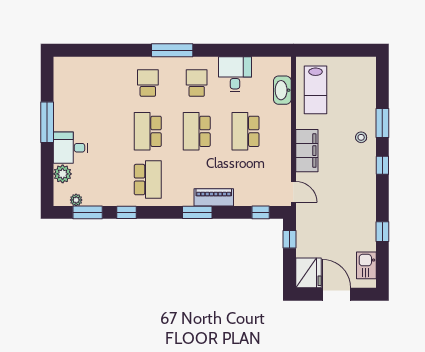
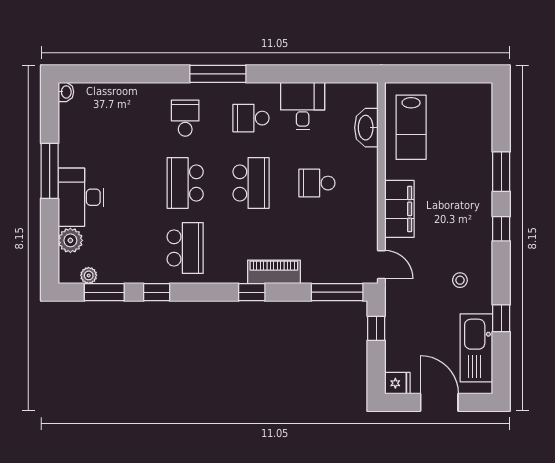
washbasin: (59, 64) -> (66, 92), added
school desk: (197, 83) -> (251, 118), turned -90
school desk: (197, 131) -> (251, 183), turned 180
school desk: (246, 131) -> (317, 183), width x0.54
stool: (361, 137) -> (460, 280), moved
desk: (70, 148) -> (81, 197), width x1.37
window: (197, 212) -> (252, 292), width x0.67
window: (261, 212) -> (337, 292), width x2.17
kitchen sink: (366, 265) -> (476, 348), width x1.87, depth x1.24
fridge: (309, 273) -> (397, 383), width x0.53, depth x0.75

